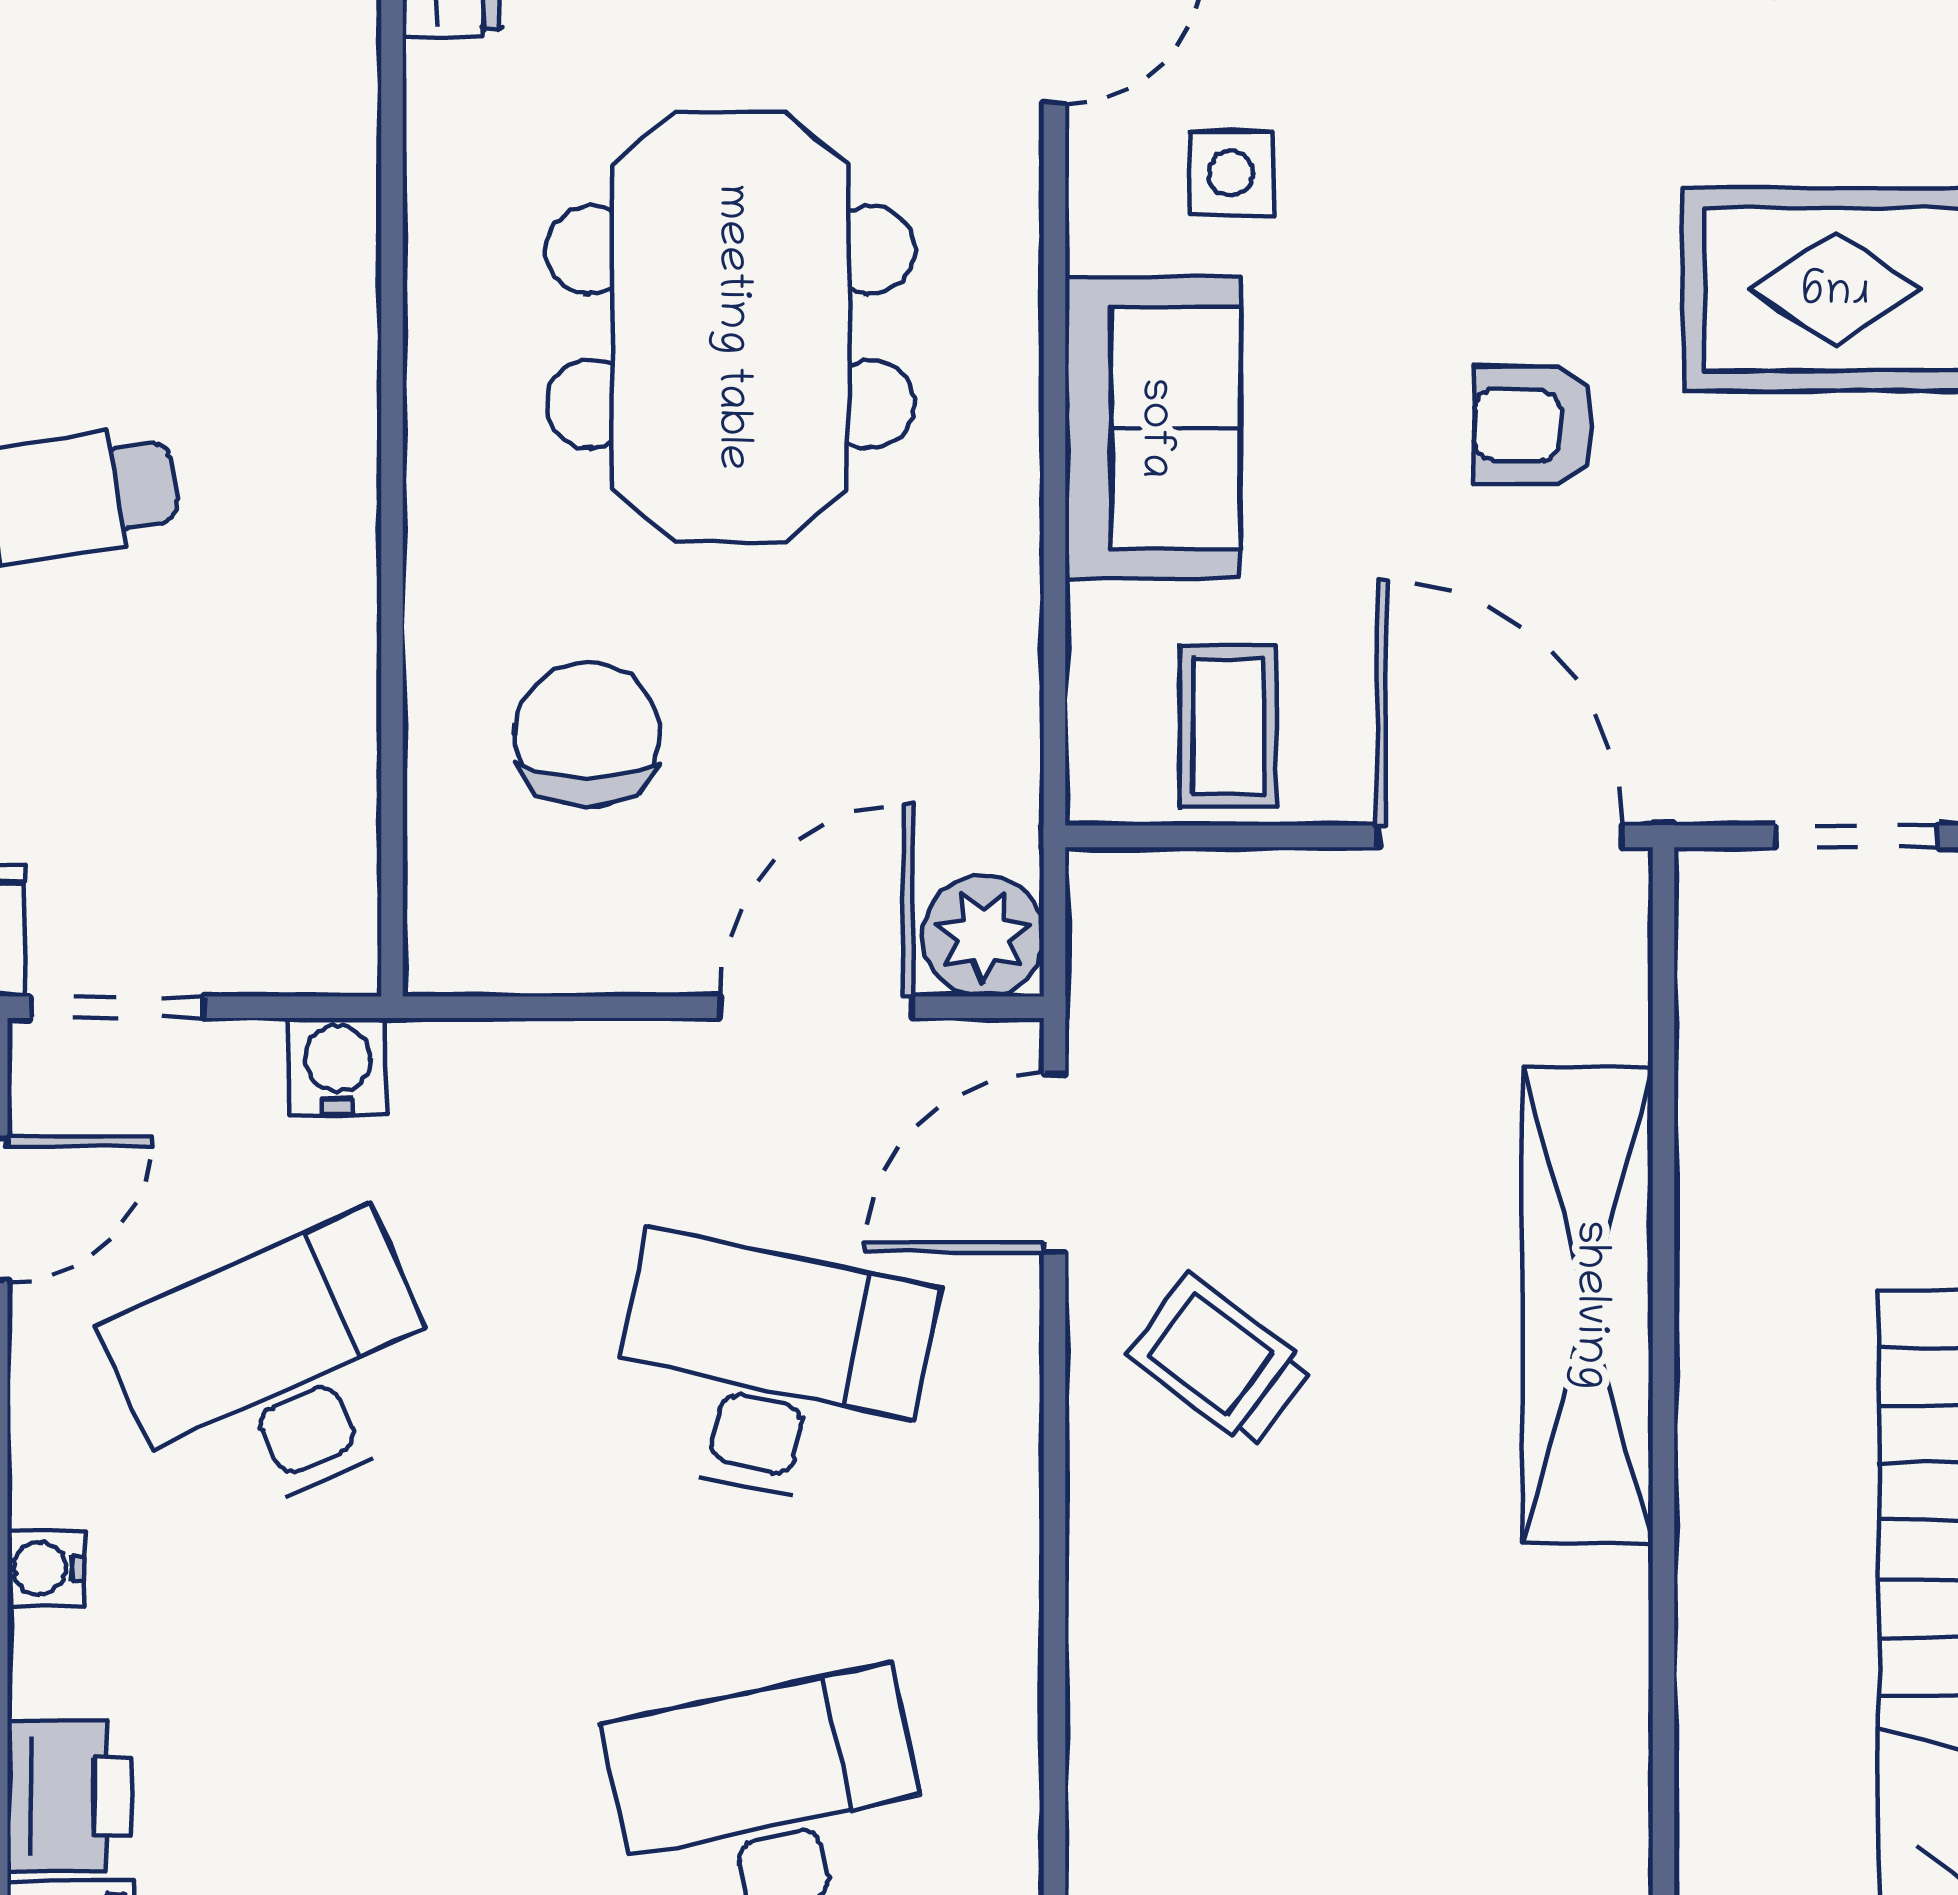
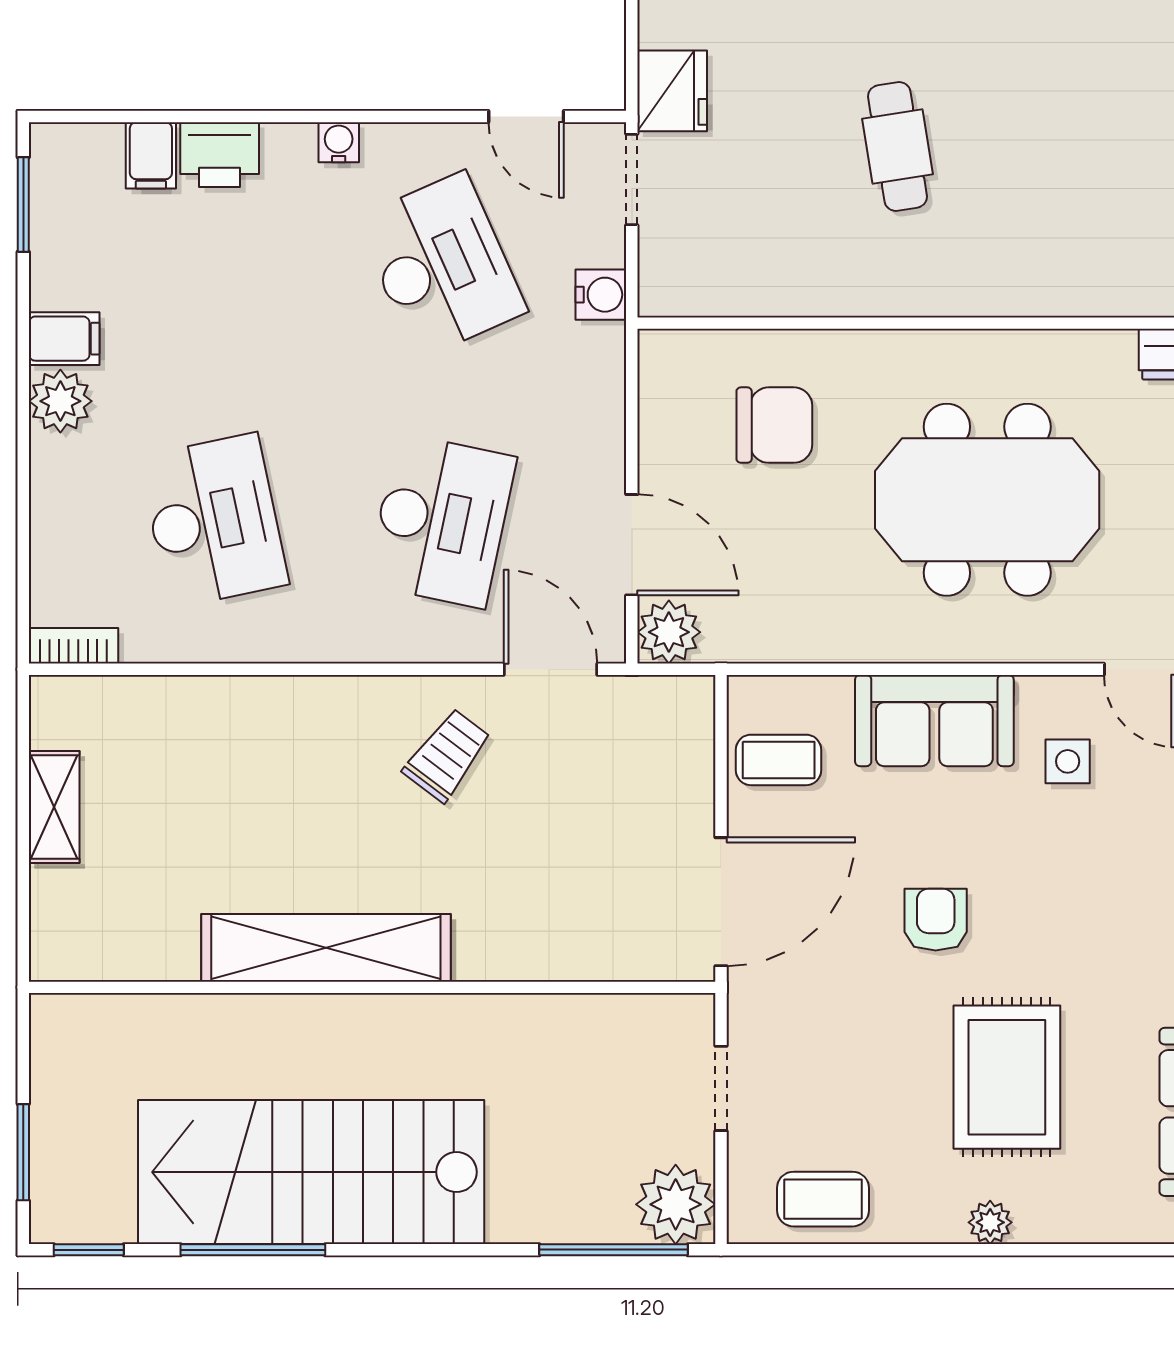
shelving: (1588, 1305) -> (326, 948), moved

